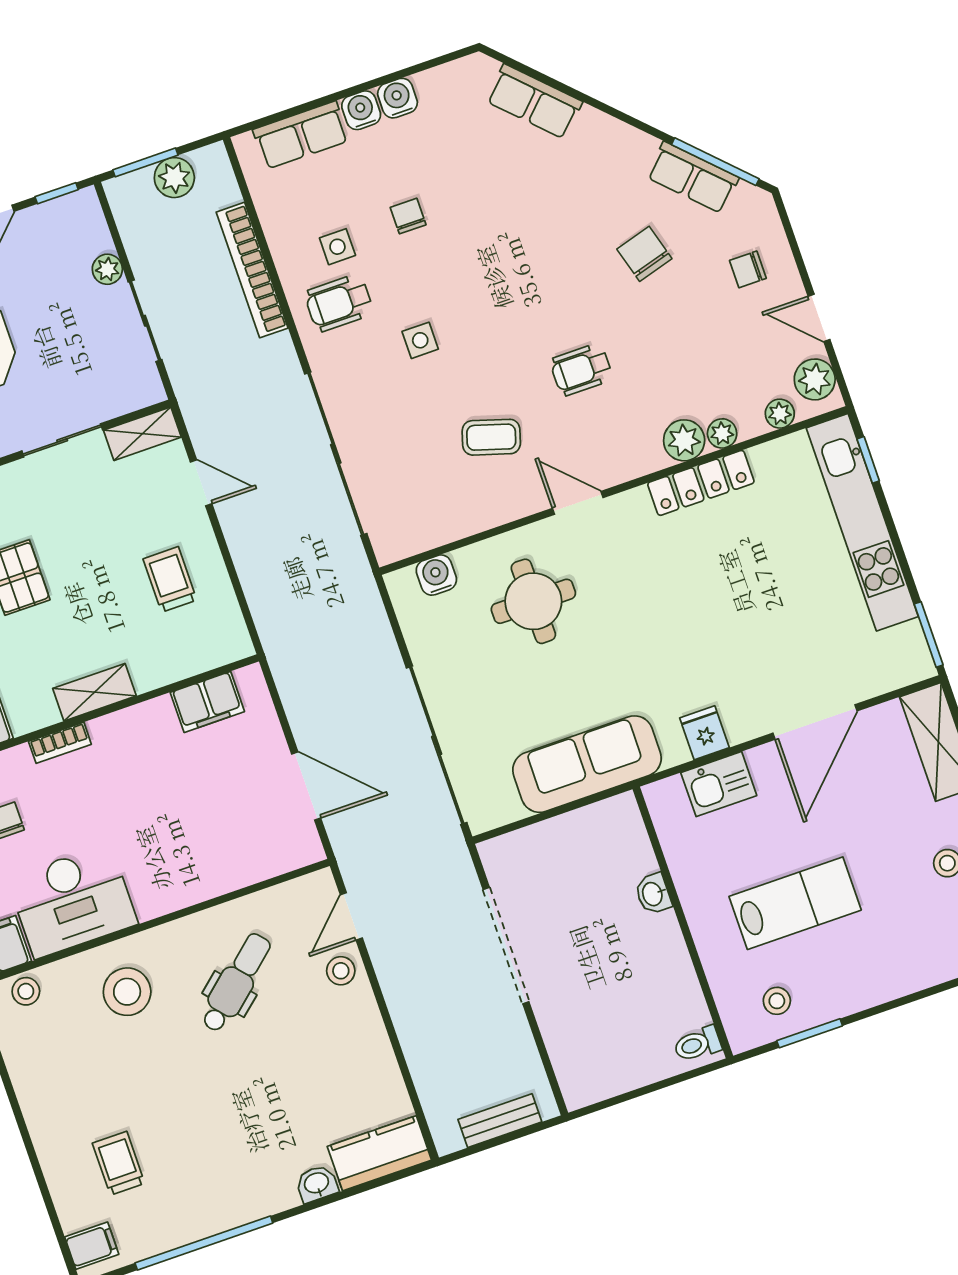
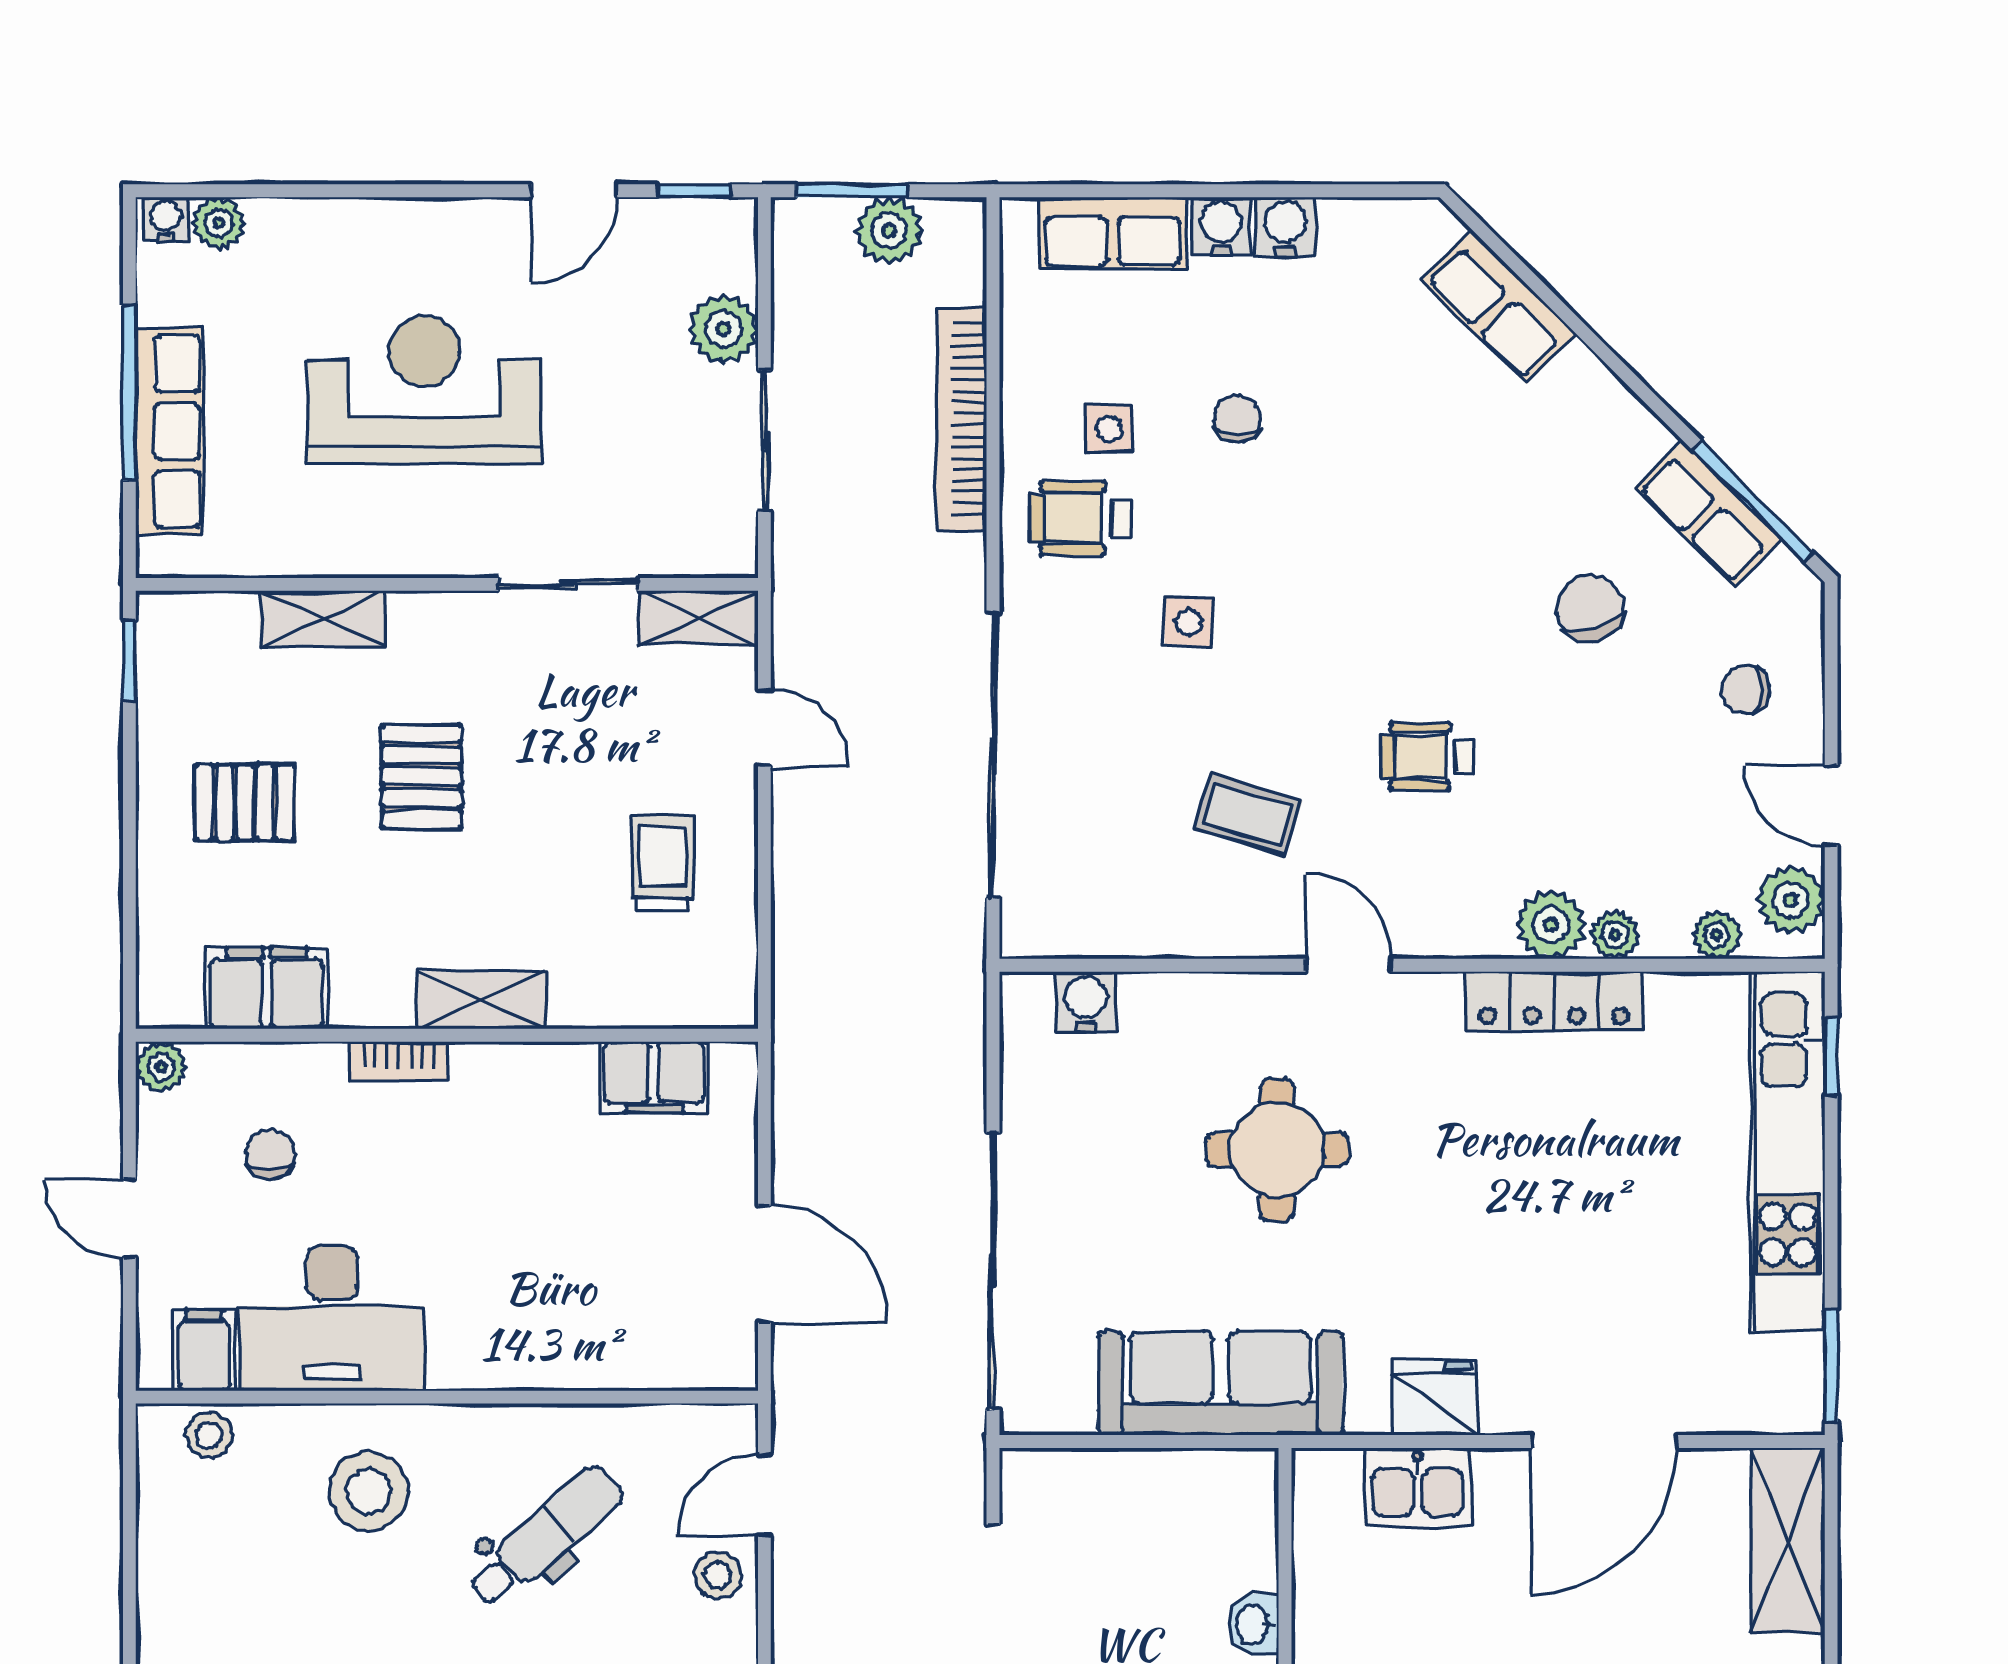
plant: (107, 269) -> (723, 329), width x1.38, depth x1.38
round table: (533, 601) -> (1277, 1149), moved
fridge: (704, 733) -> (1435, 1398), width x1.38

